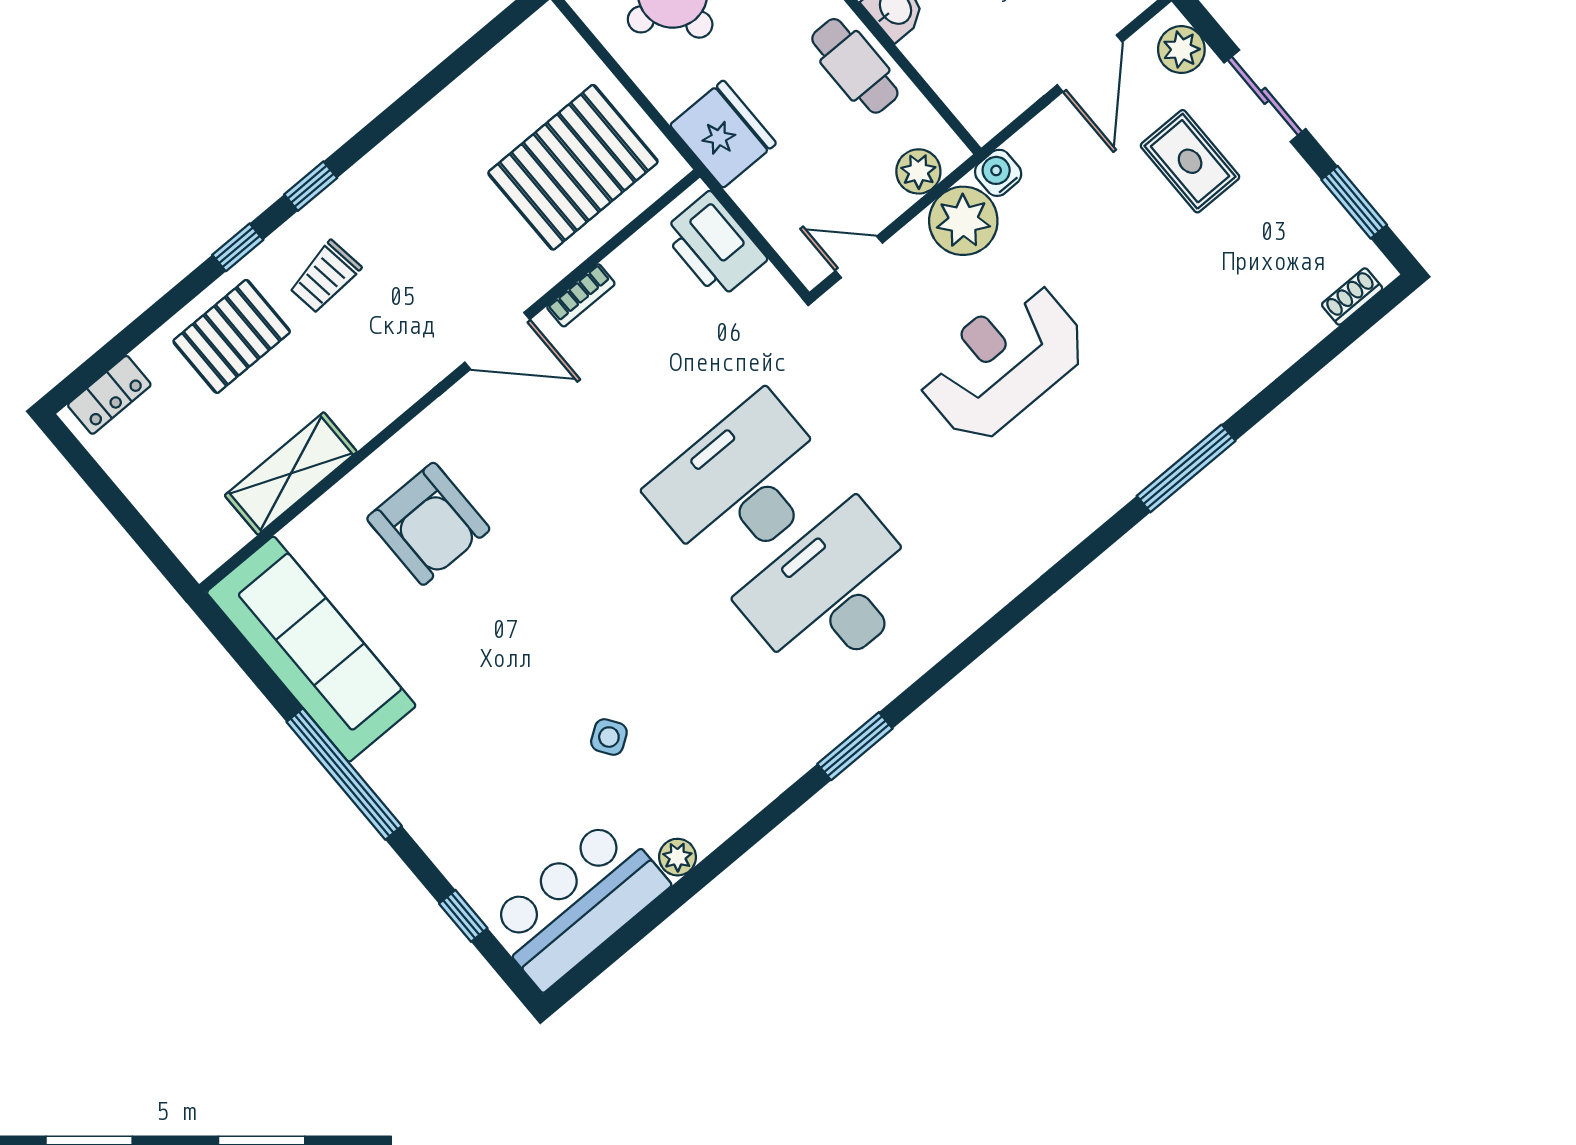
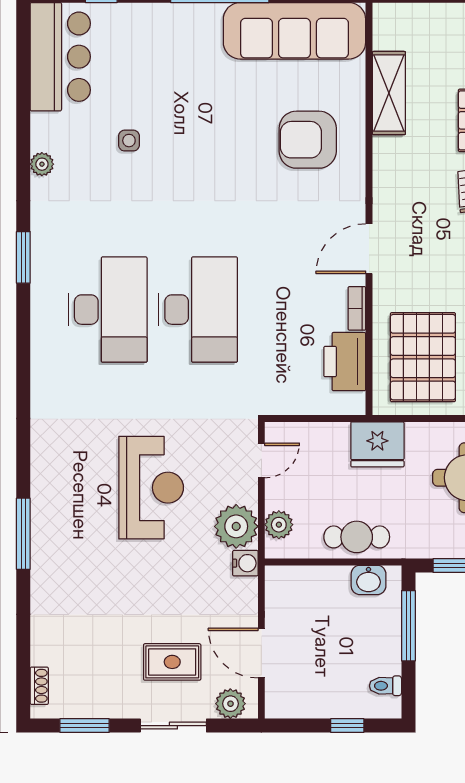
printer: (714, 245) -> (345, 362), moved, turned -90
side table: (609, 737) -> (129, 141), turned 34
plant: (677, 857) -> (42, 164), moved

